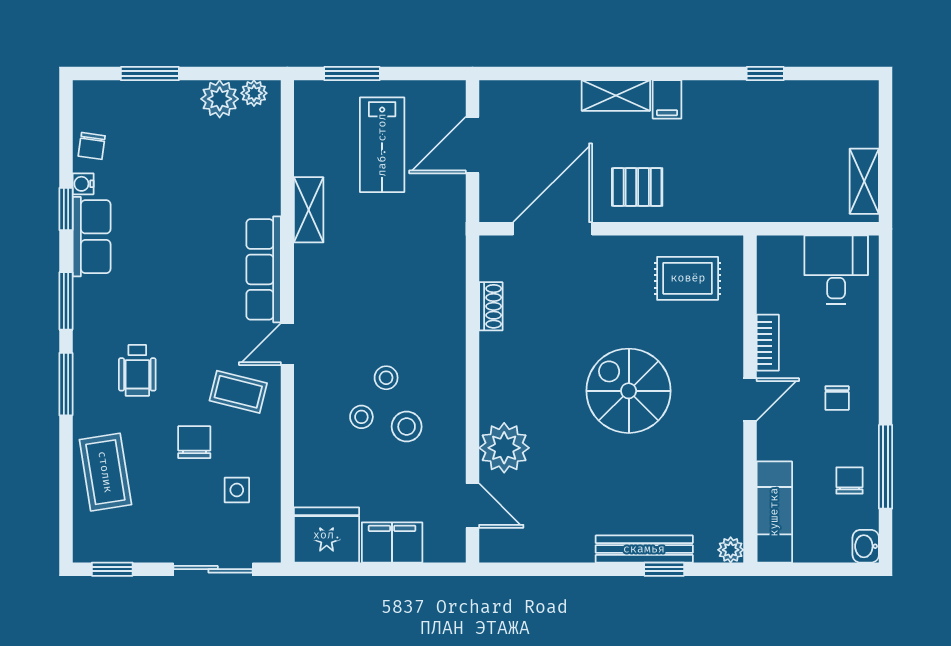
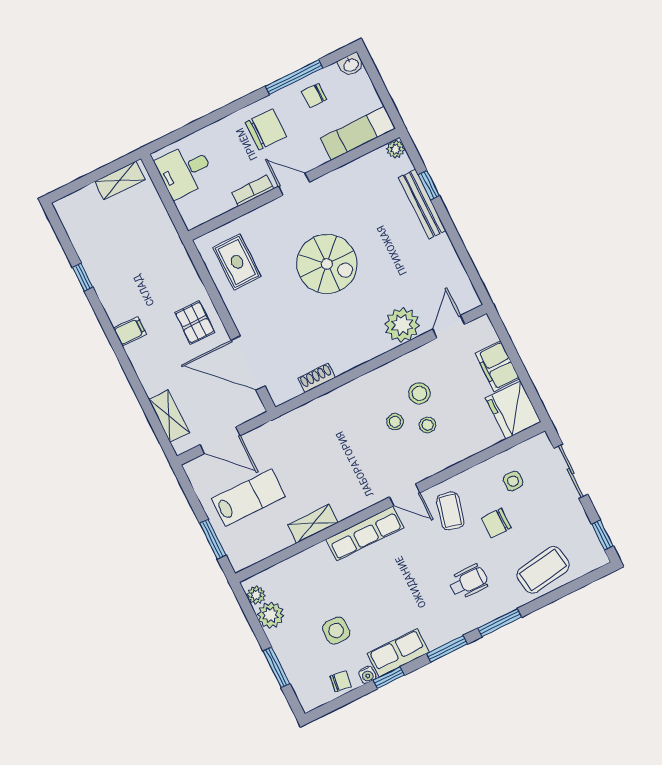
shelving: (616, 96) -> (169, 416), moved
side table: (159, 172) -> (336, 631), added
spiral stairs: (629, 391) -> (327, 264), turned -90
chair: (837, 398) -> (266, 129), width x1.87, depth x1.87

